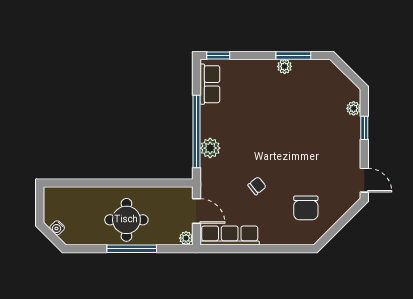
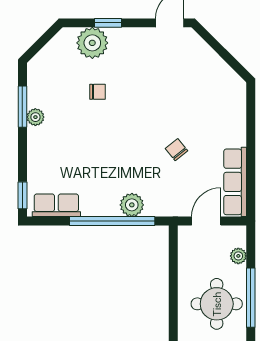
plant: (354, 108) -> (92, 43), width x1.88, depth x1.88
chair: (306, 208) -> (98, 92), moved, width x0.54, depth x0.54
plant: (186, 238) -> (238, 256), moved

